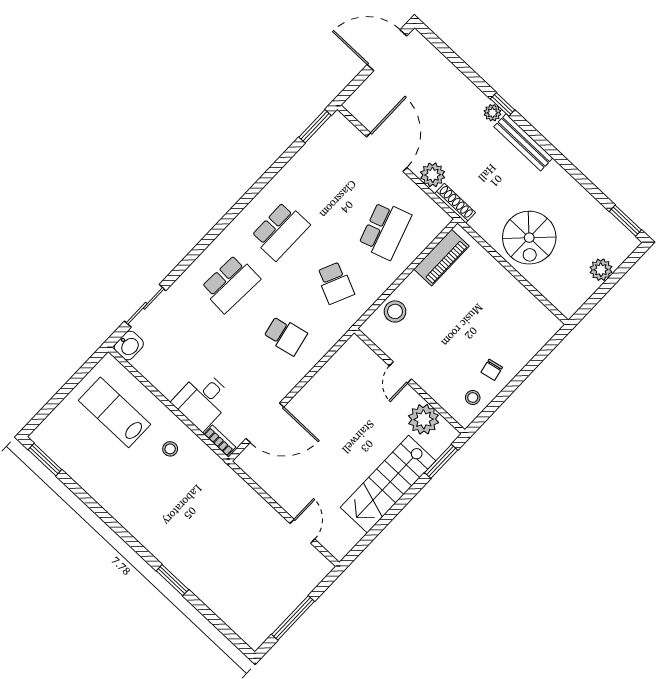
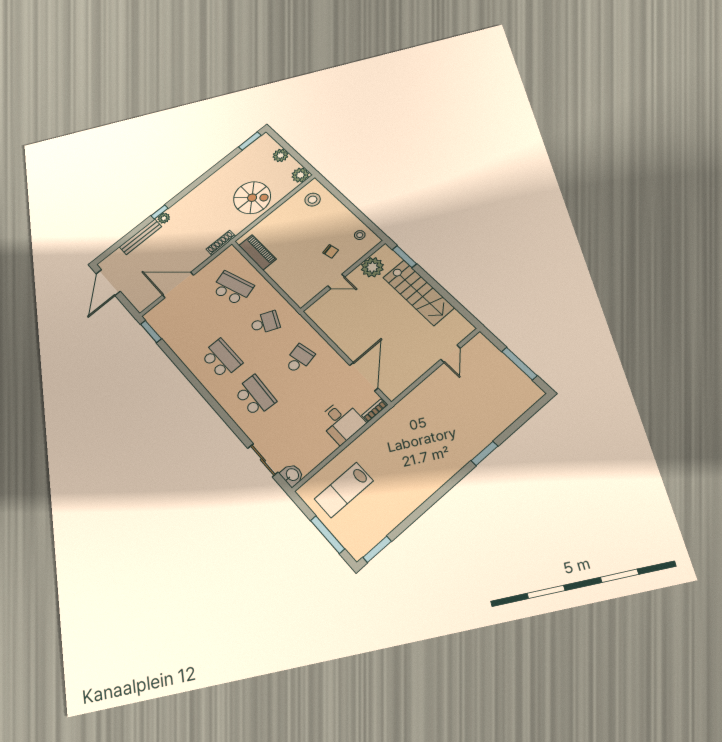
bench: (523, 142) -> (141, 237), moved
plant: (433, 175) -> (300, 175), moved
stool: (395, 311) -> (313, 200), moved
chair: (492, 370) -> (331, 251), moved
window: (58, 398) -> (328, 535), added
stool: (170, 449) -> (377, 448), removed
door: (302, 531) -> (451, 354), swing flipped

